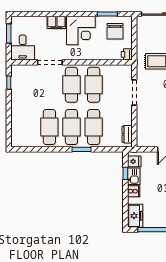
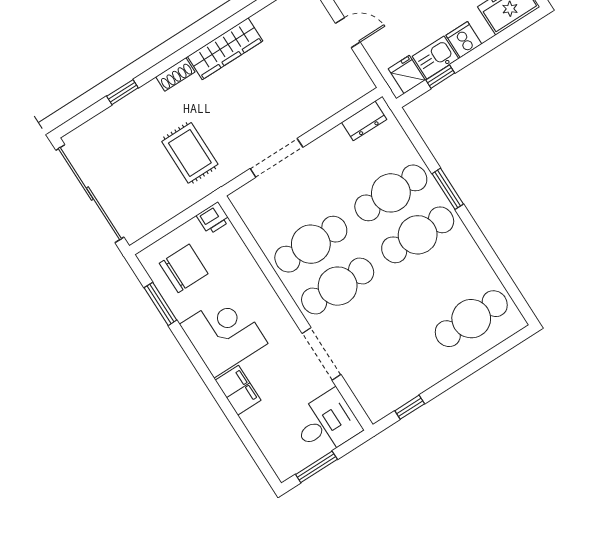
cafe table: (49, 127) -> (471, 319), moved

